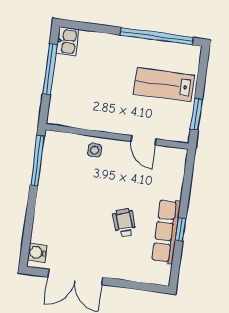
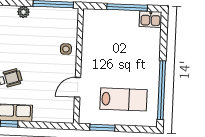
lab bench: (164, 85) -> (124, 99), turned 90
plant: (43, 199) -> (23, 12), added

